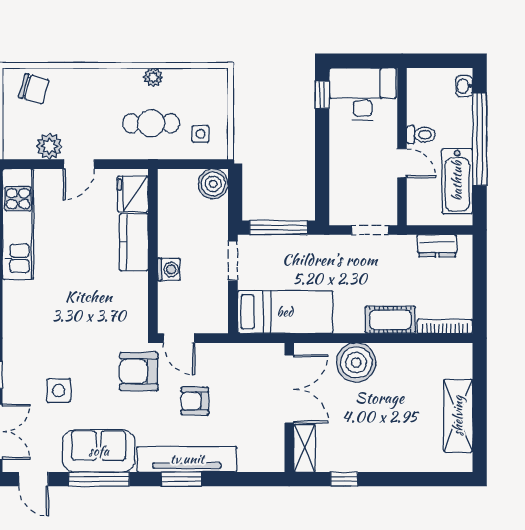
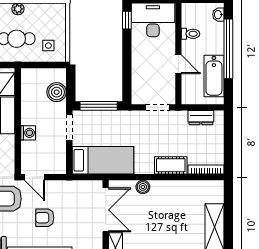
toilet: (421, 135) -> (191, 34), moved
boiler: (213, 184) -> (57, 92), moved
boiler: (356, 362) -> (143, 187), width x0.54, depth x0.54

